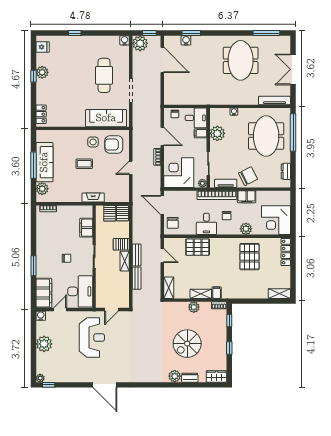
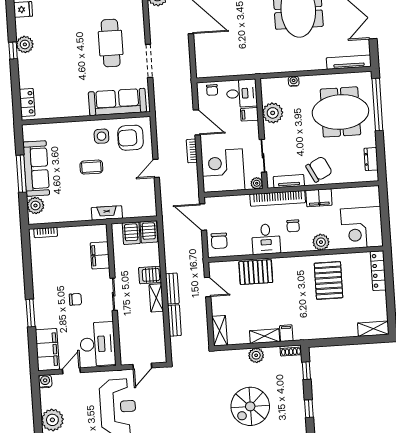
meeting table: (266, 136) -> (340, 112), turned 90

